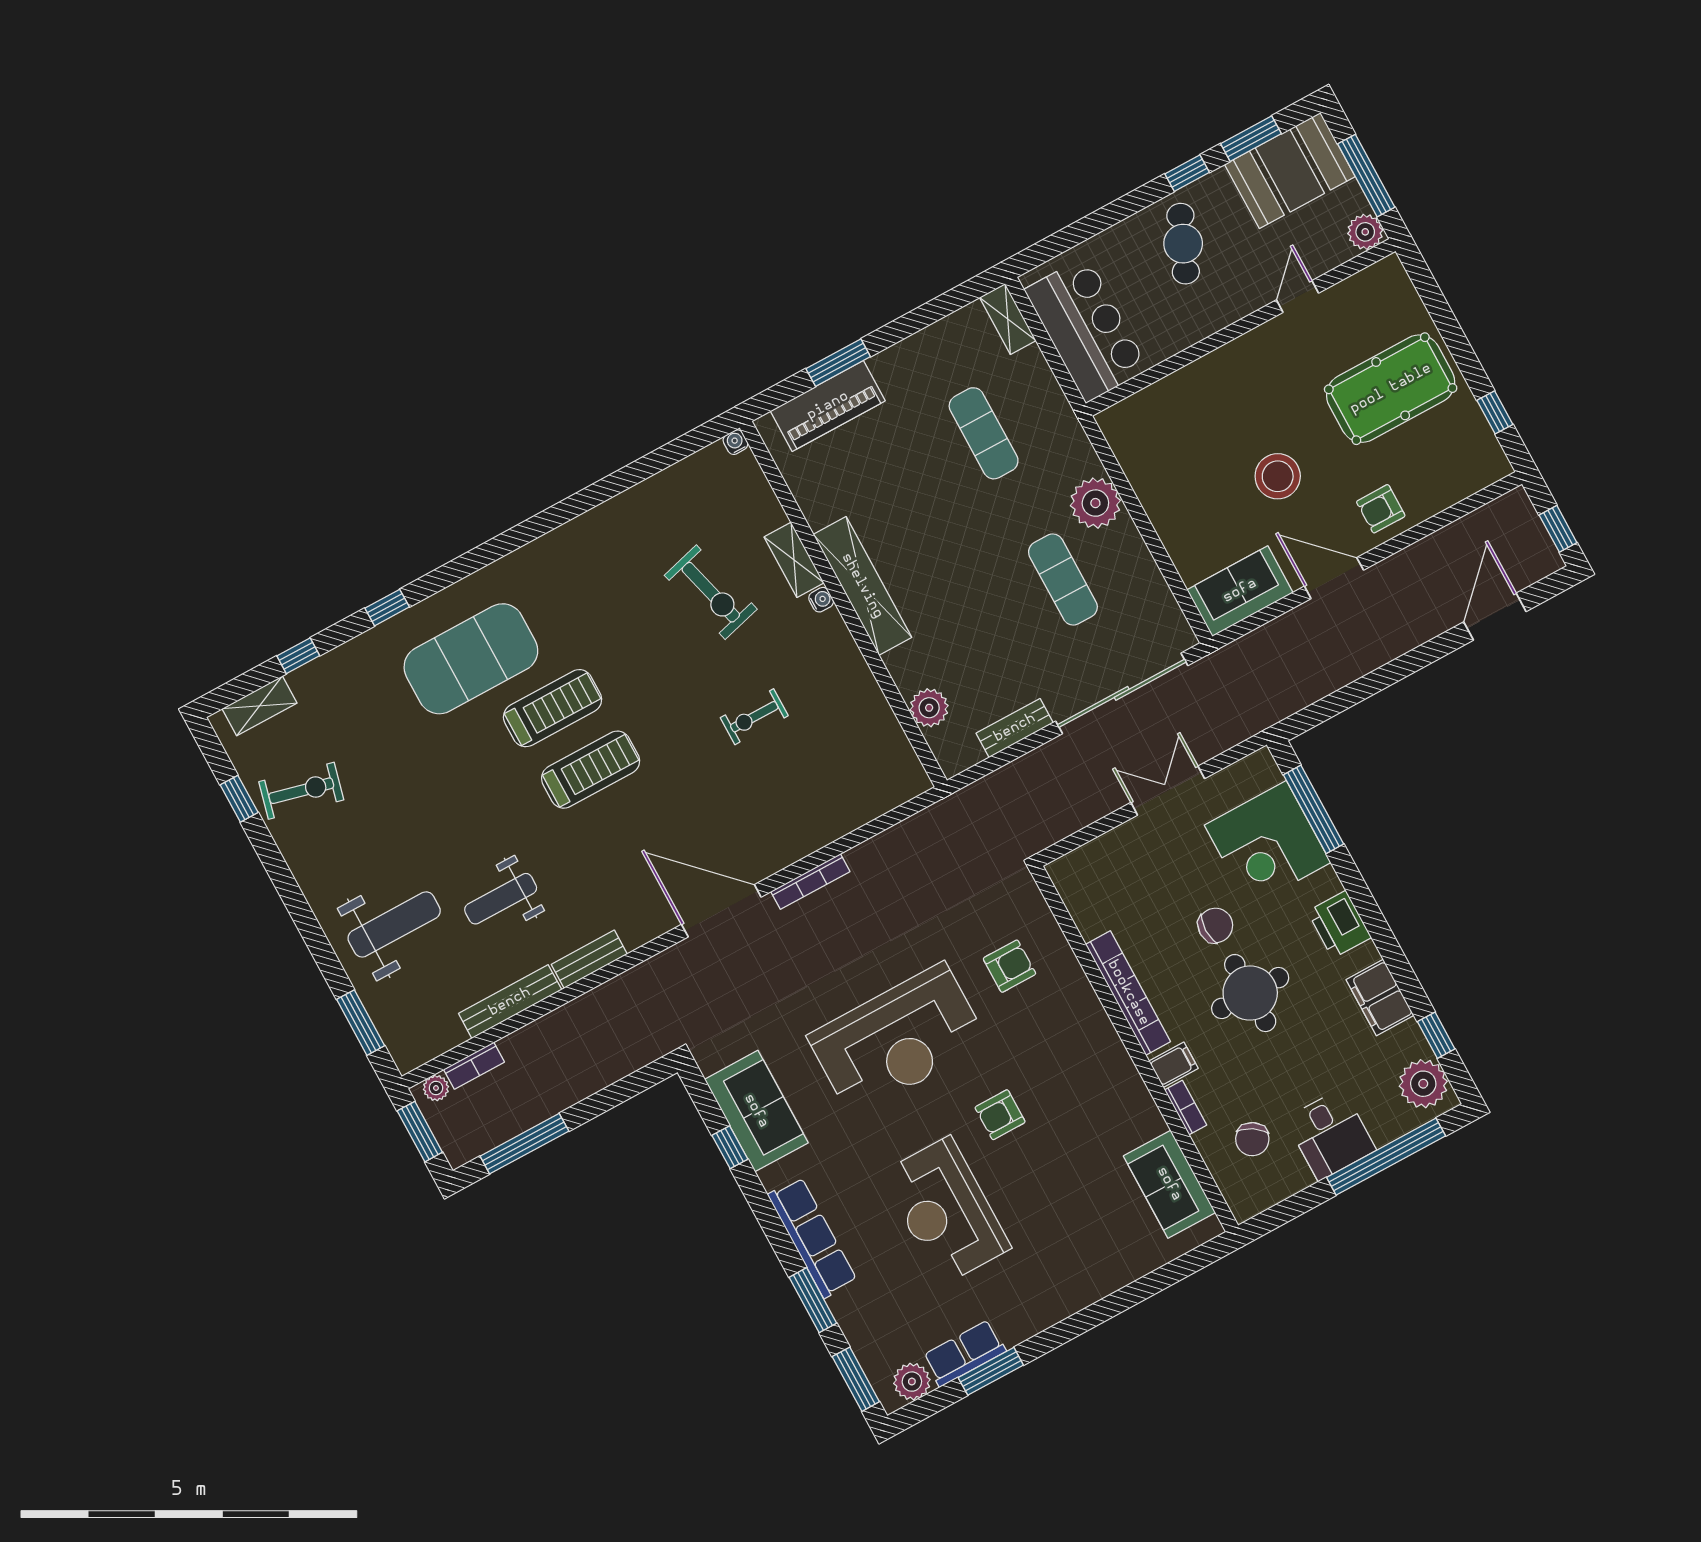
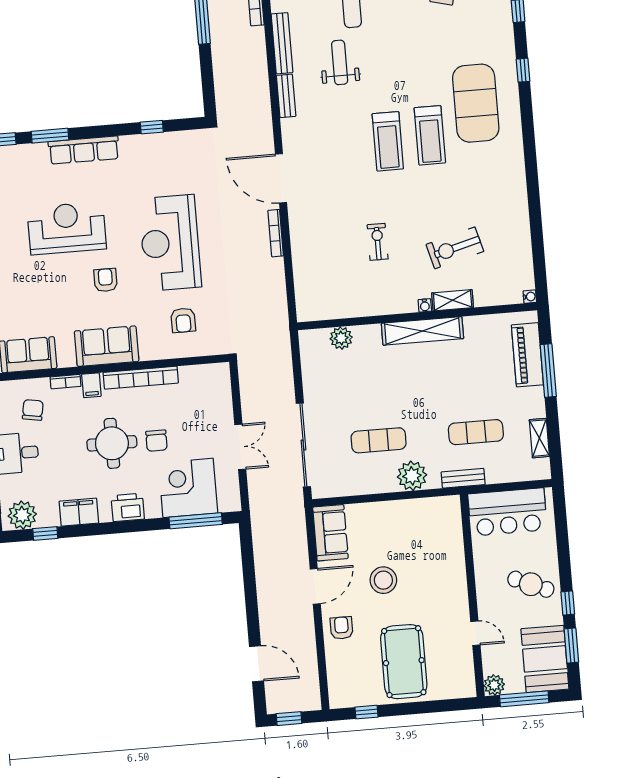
shelving: (1008, 319) -> (539, 438), moved, turned 90
window: (838, 363) -> (548, 371), width x1.44
bench: (1015, 728) -> (463, 478), moved, turned 90
door: (721, 911) -> (281, 178), swing flipped
sofa: (756, 1111) -> (107, 346), moved, turned 180
chair: (1252, 1139) -> (33, 410), turned 68

